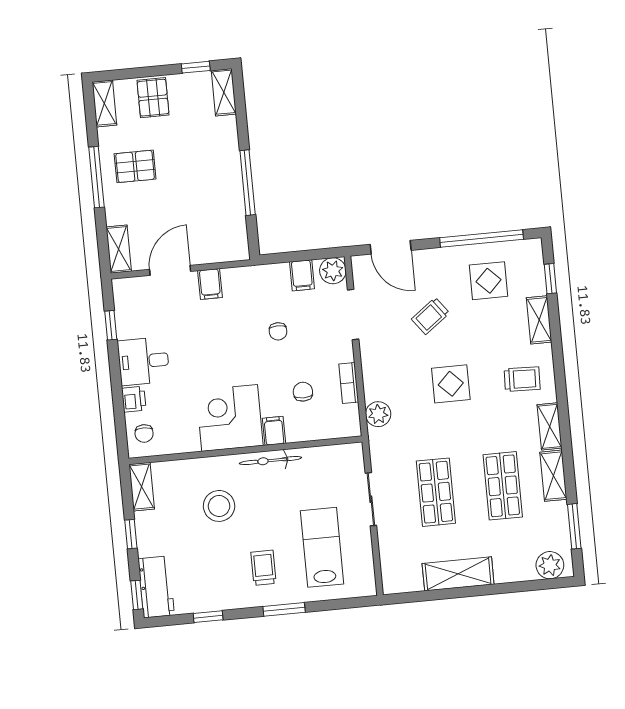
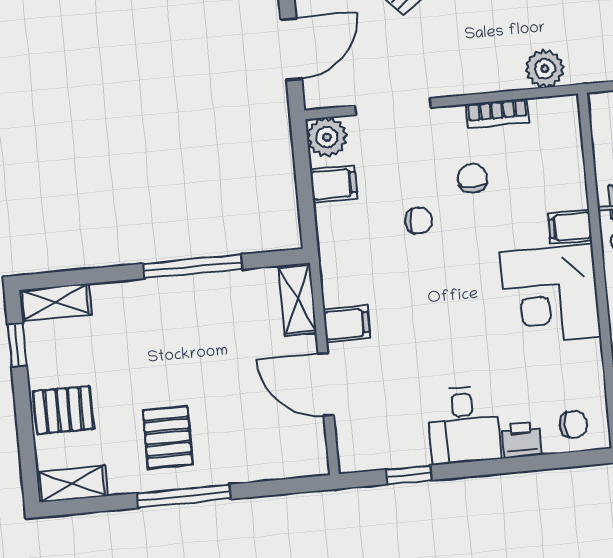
shelving: (119, 249) -> (297, 299), moved, turned 90
chair: (303, 392) -> (473, 178), moved, turned 90

